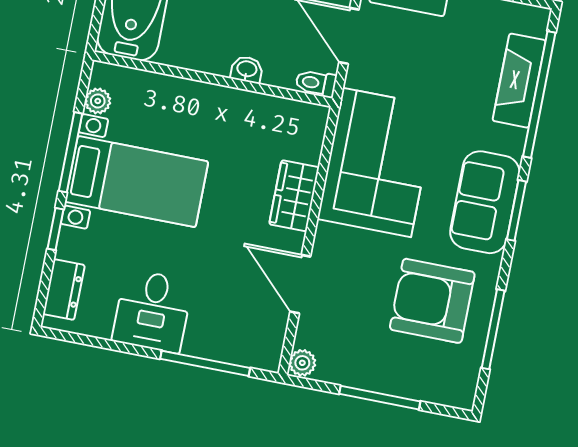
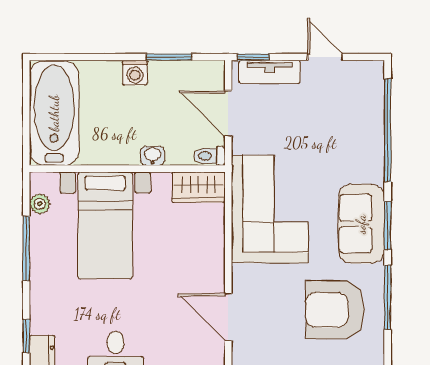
fireplace: (519, 81) -> (370, 122), removed
bed with nightstands: (137, 182) -> (105, 225), moved, turned 90
wardrobe: (294, 196) -> (199, 187), moved, turned -90
window: (56, 229) -> (26, 336), moved
window: (493, 329) -> (388, 297), moved

